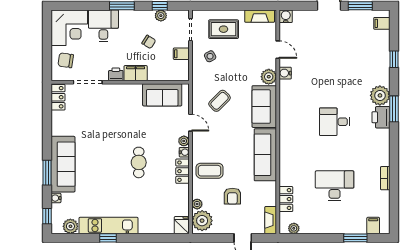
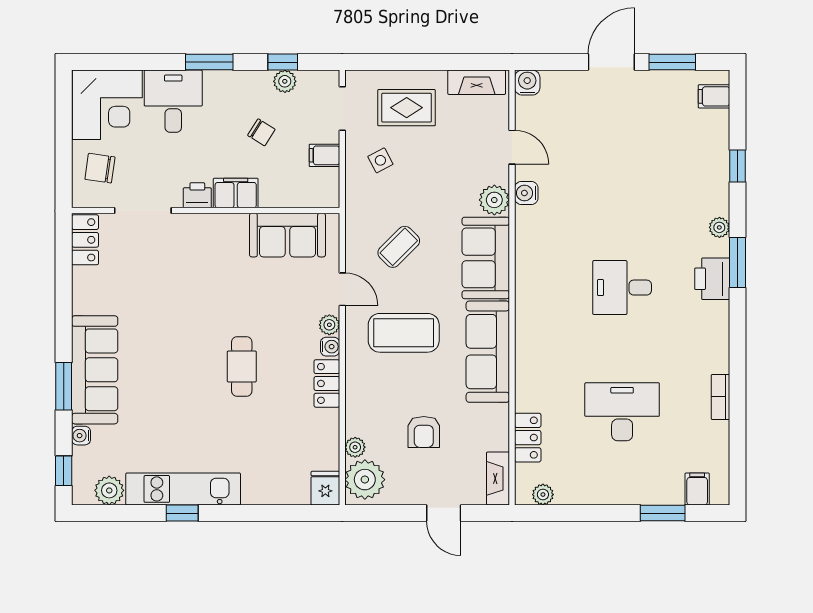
plant: (380, 95) -> (719, 227), width x0.53, depth x0.53
coffee table: (210, 171) -> (404, 333), moved, width x1.36, depth x1.32

